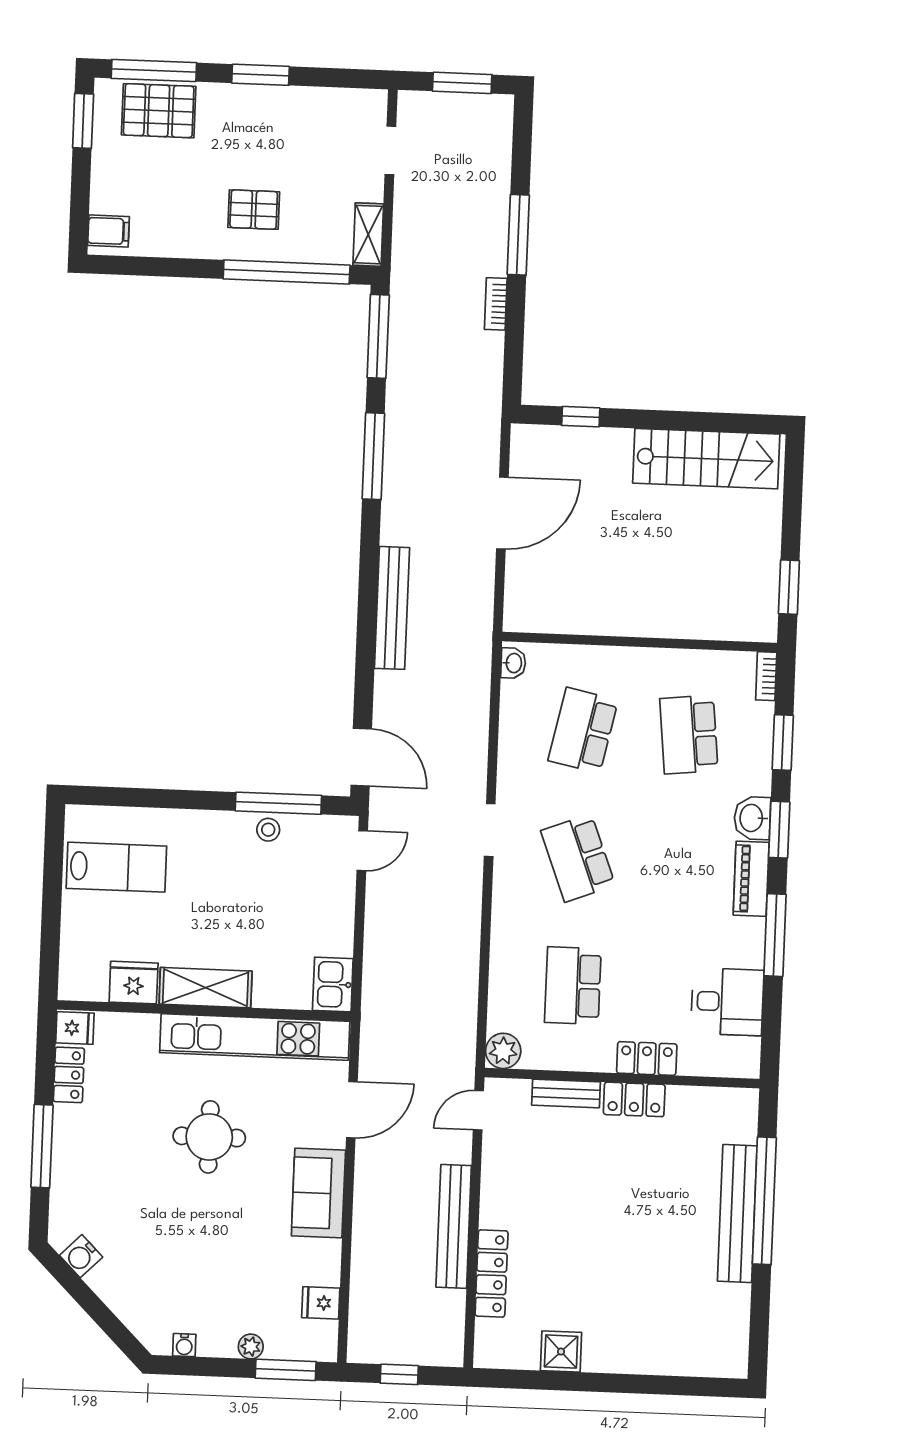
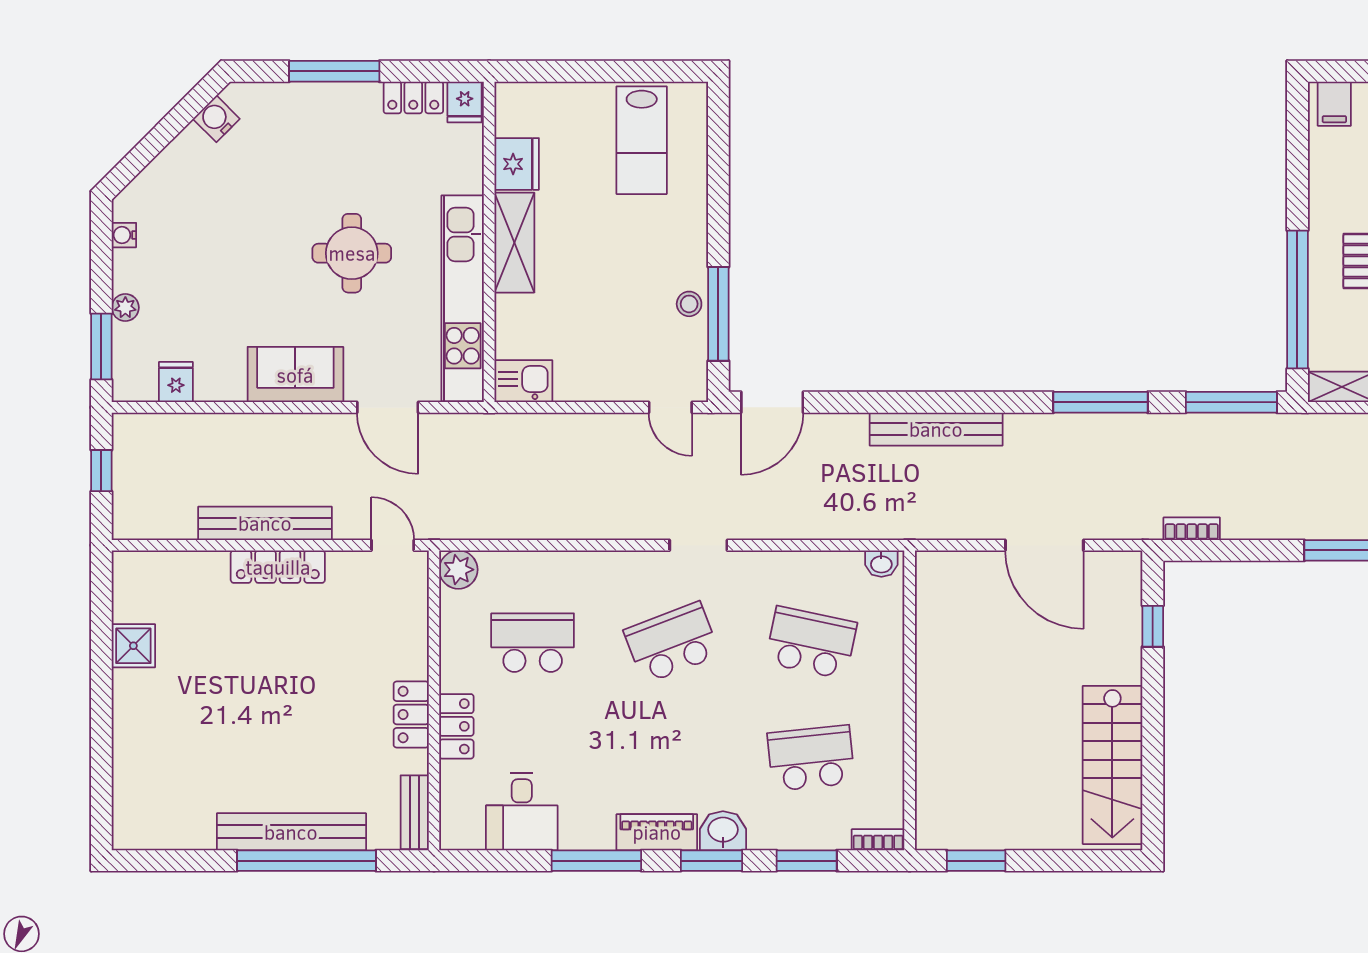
bookcase: (496, 304) -> (1192, 529), moved
bench: (566, 1094) -> (415, 812), moved
locker: (492, 1273) -> (278, 567), moved

